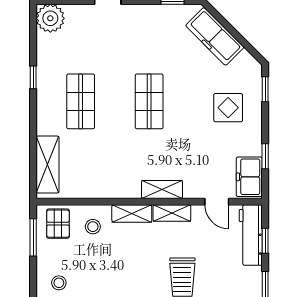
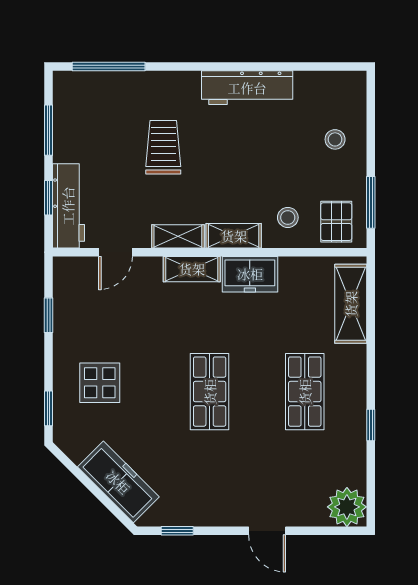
freezer: (249, 177) -> (250, 274), moved, turned 90
door: (217, 202) -> (116, 252), swing flipped

